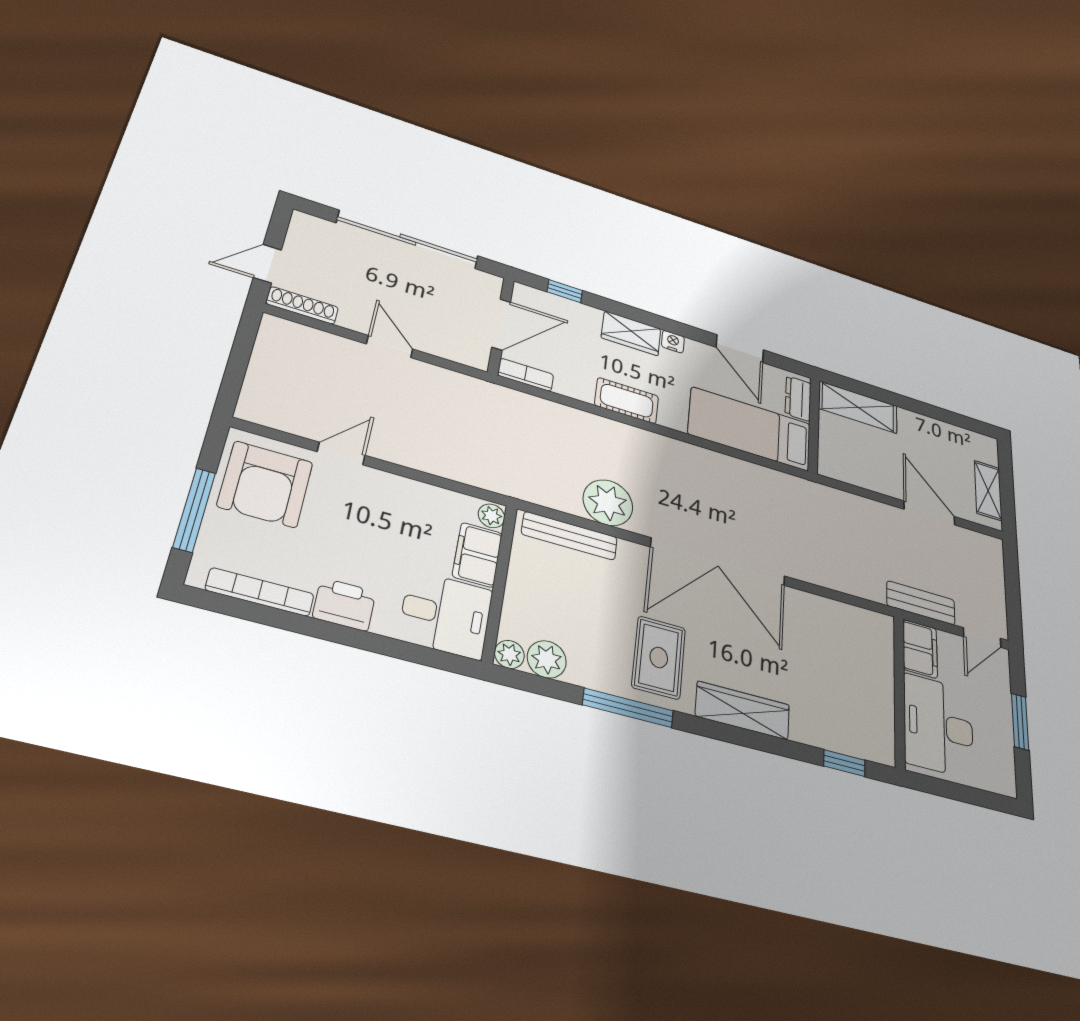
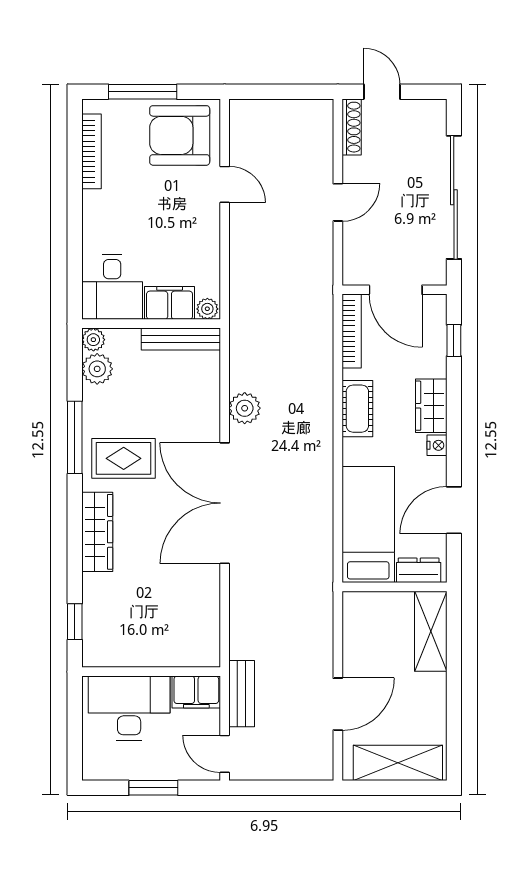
bookcase: (526, 375) -> (352, 331), width x1.56
shelving: (988, 491) -> (398, 763), width x1.50, depth x1.33
plant: (608, 503) -> (245, 408), width x0.73, depth x0.73
bench: (570, 536) -> (181, 339), moved, turned 90
printer: (344, 604) -> (99, 212), removed

